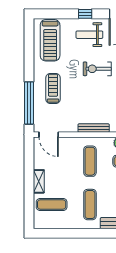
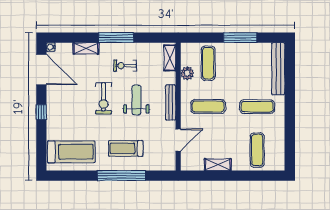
weight bench: (89, 35) -> (136, 100), moved, turned 180
window: (29, 103) -> (122, 176), moved
door: (49, 135) -> (178, 140), moved
shelving: (39, 181) -> (218, 165), moved

